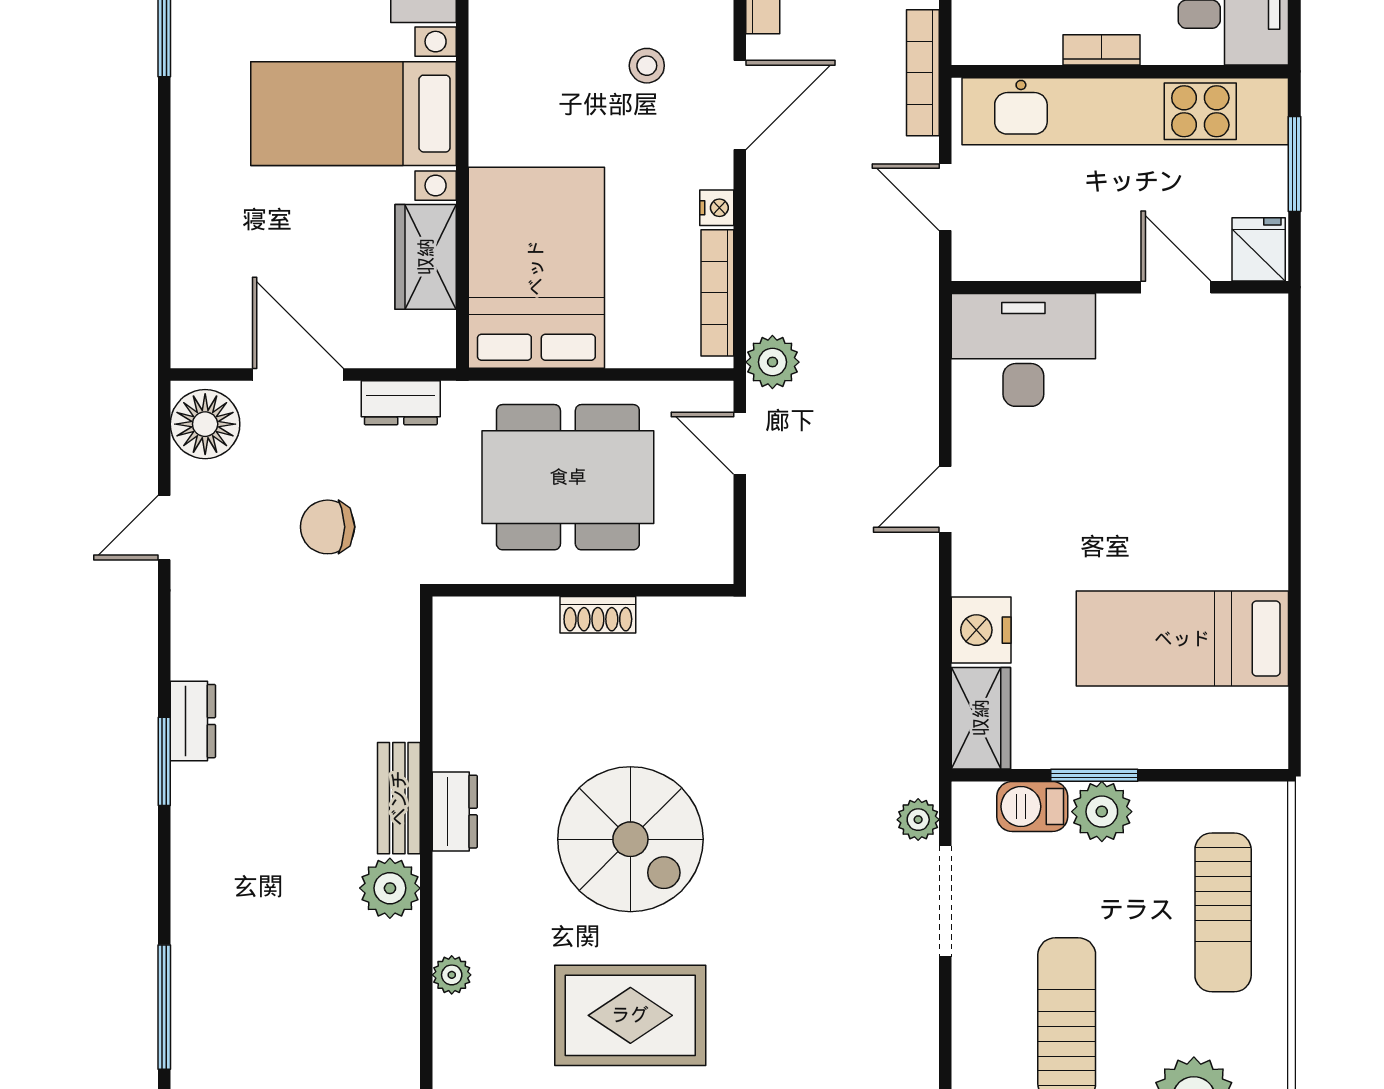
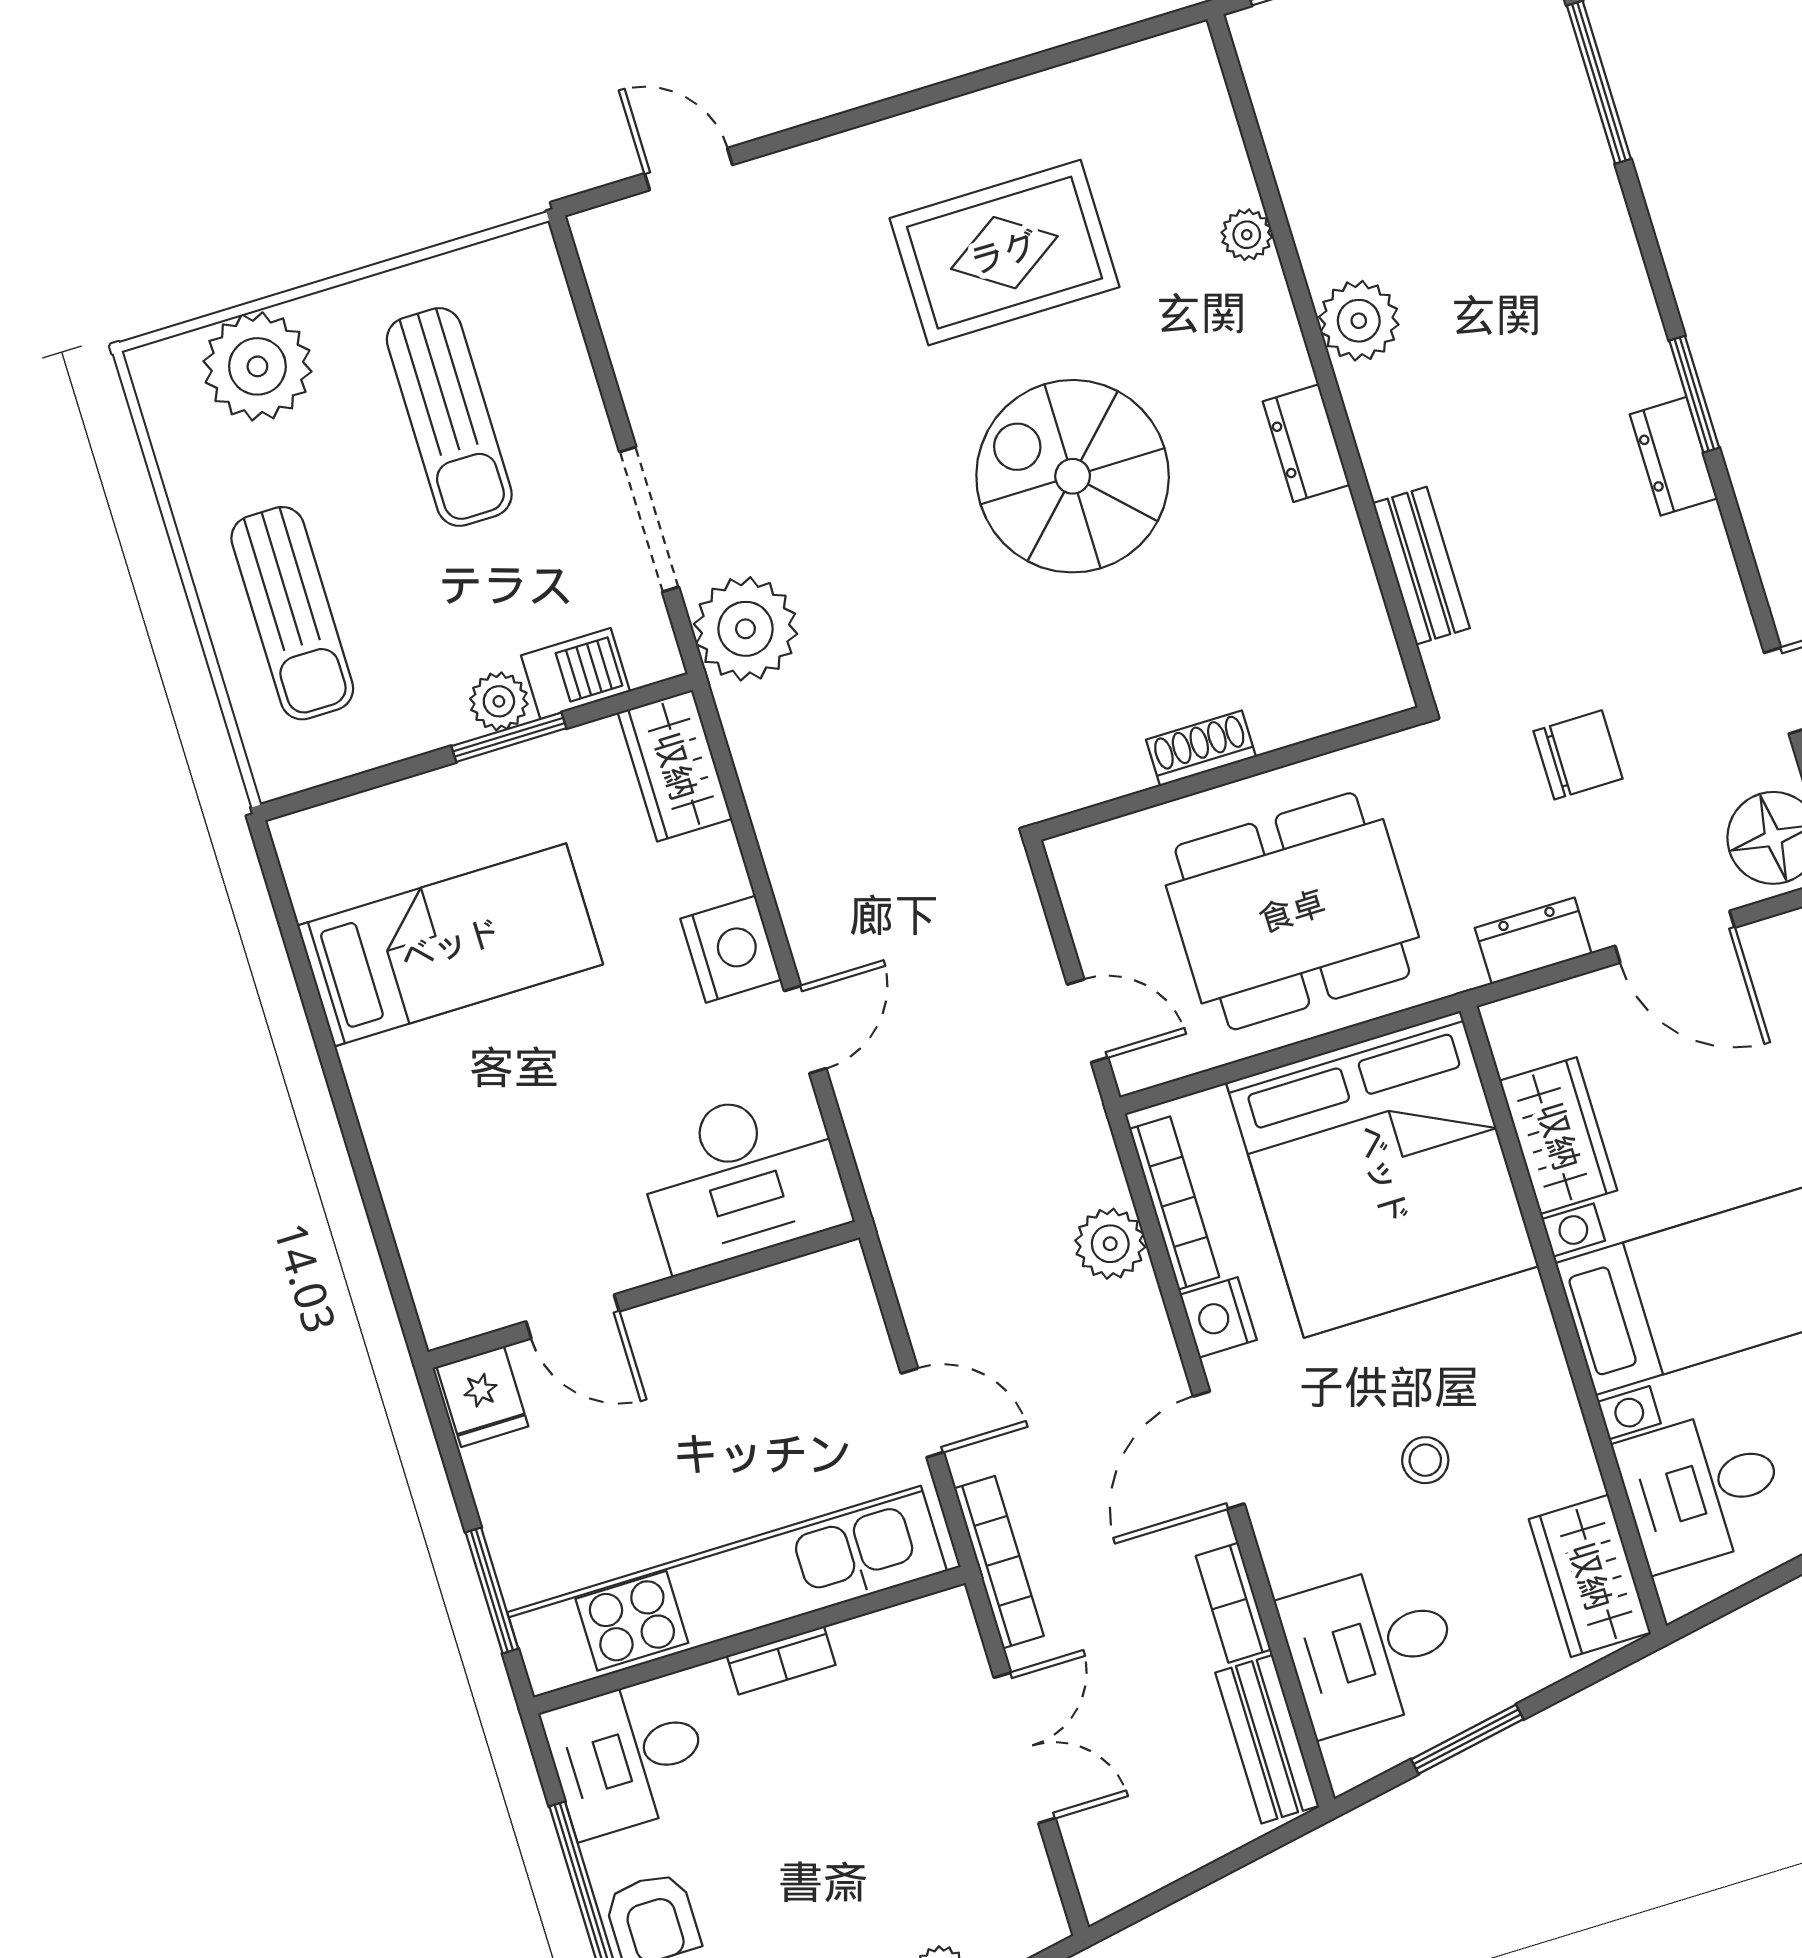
stool: (647, 66) -> (1425, 1460), moved
nightstand: (717, 208) -> (1218, 1317), width x1.39, depth x1.35
fridge: (1259, 249) -> (482, 1397), moved
bed: (536, 268) -> (1382, 1174), width x1.36
wall: (1120, 287) -> (644, 1295), moved
door: (1176, 287) -> (573, 1316), moved
desk: (1023, 350) -> (742, 1178), moved
plant: (772, 362) -> (1110, 1244), moved
nightstand: (981, 630) -> (731, 949), moved
bench: (399, 798) -> (1421, 566), moved
plant: (1102, 812) -> (499, 701), width x0.73, depth x0.73
plant: (918, 820) -> (745, 629), width x1.87, depth x1.87
sun lounger: (1223, 912) -> (292, 613), turned 180

